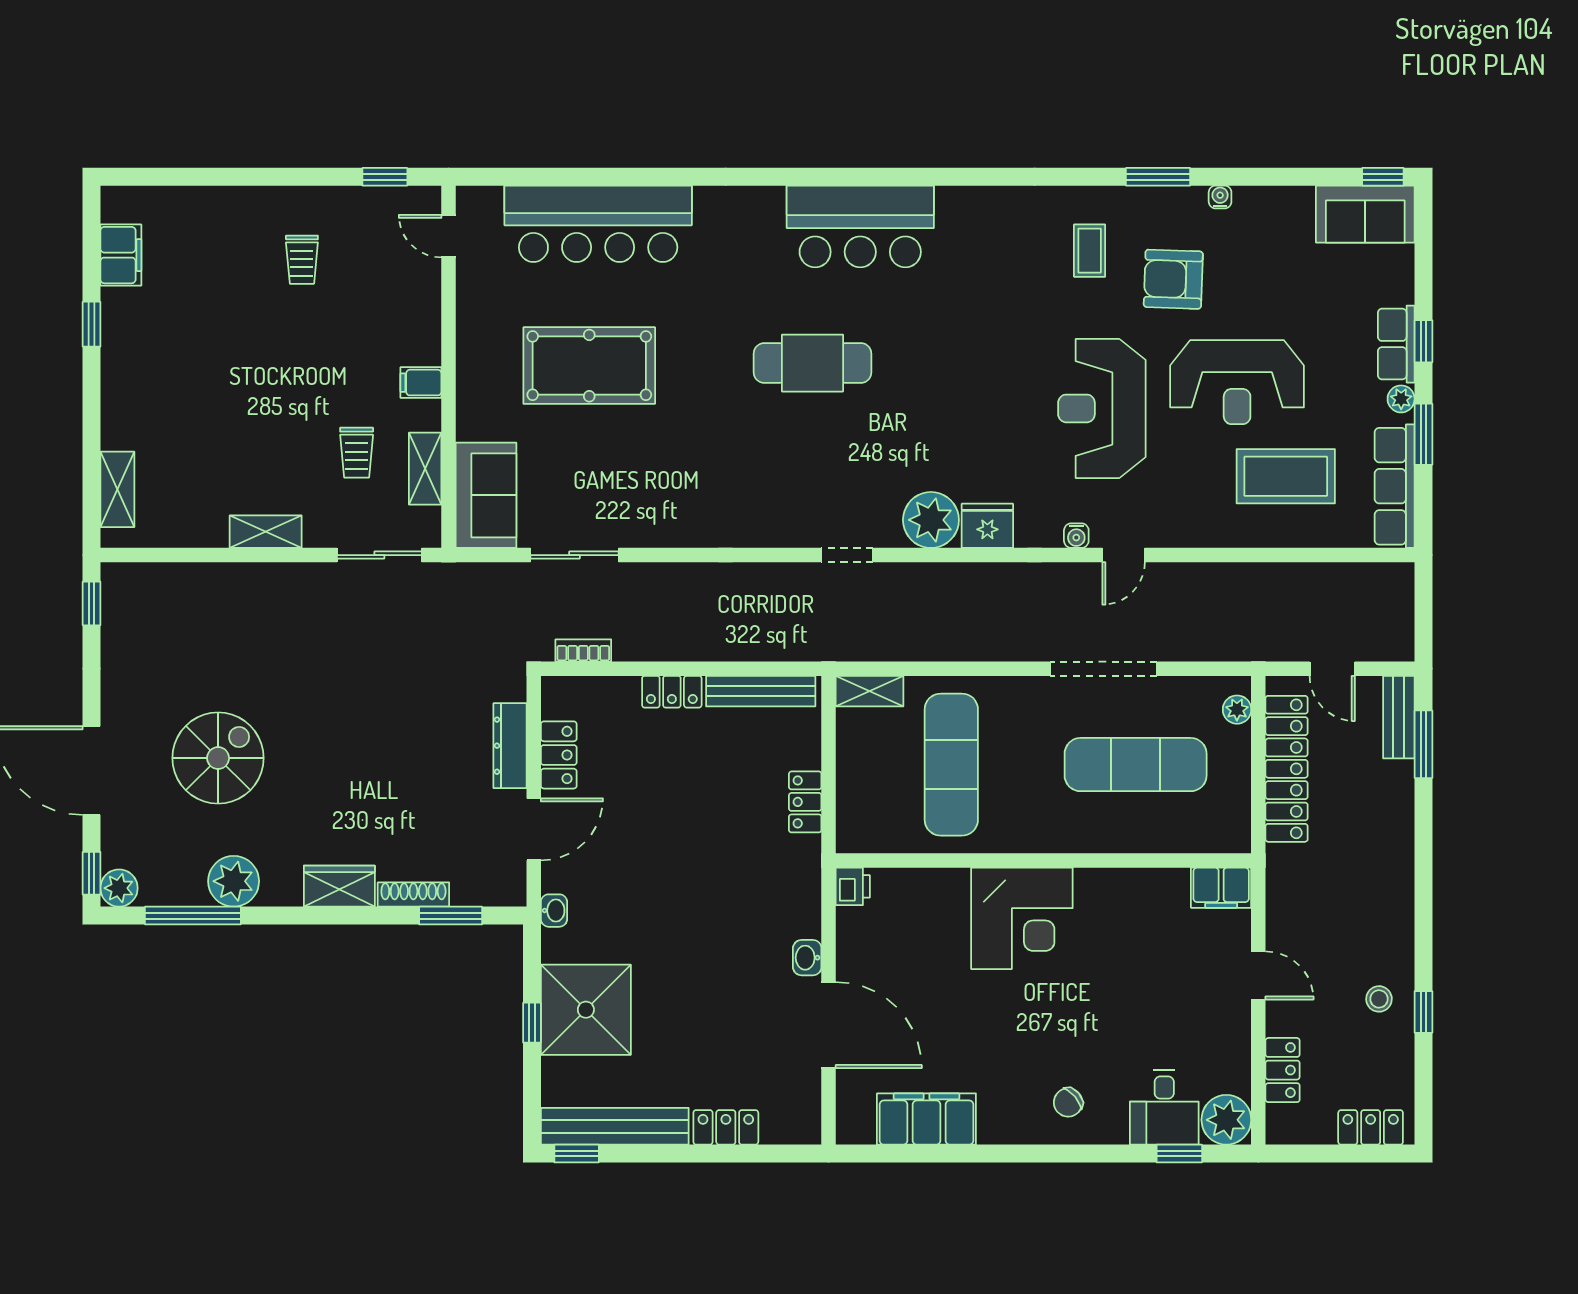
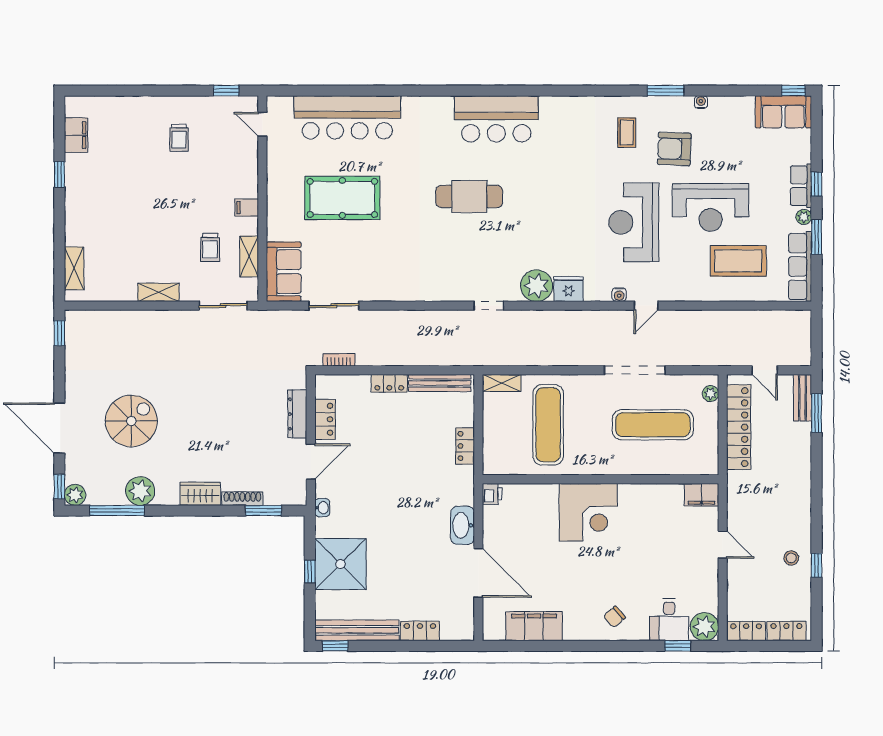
washbasin: (807, 958) -> (463, 525), width x1.91, depth x1.45
locker: (1283, 1070) -> (746, 631), moved, turned -90

